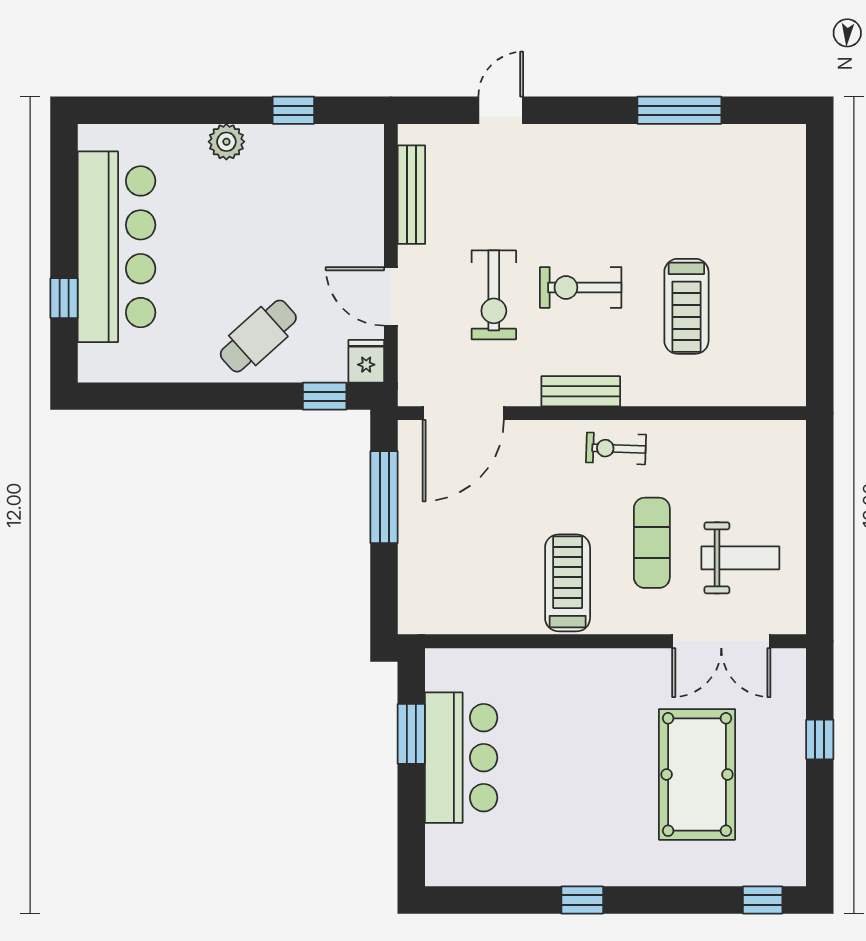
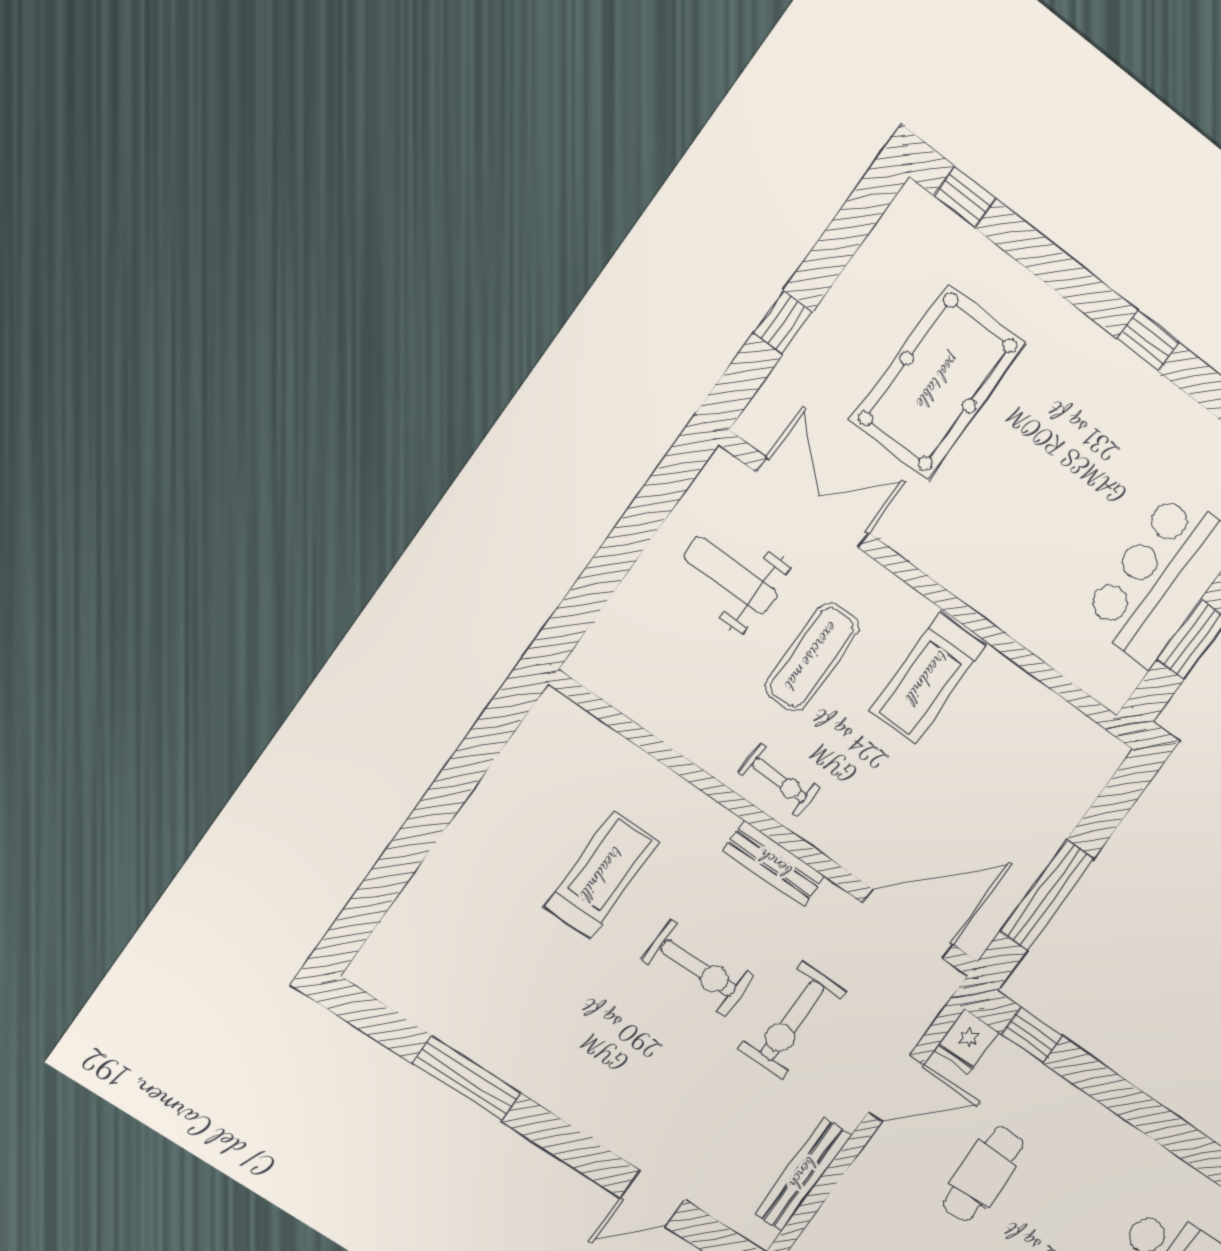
exercise bike: (494, 295) -> (792, 1021), turned 180
door: (391, 296) -> (896, 1088), hinge flipped
cafe table: (258, 336) -> (983, 1174), moved, turned -49

